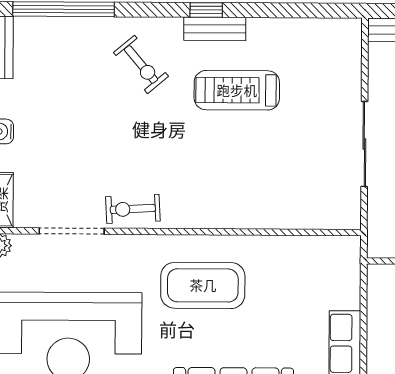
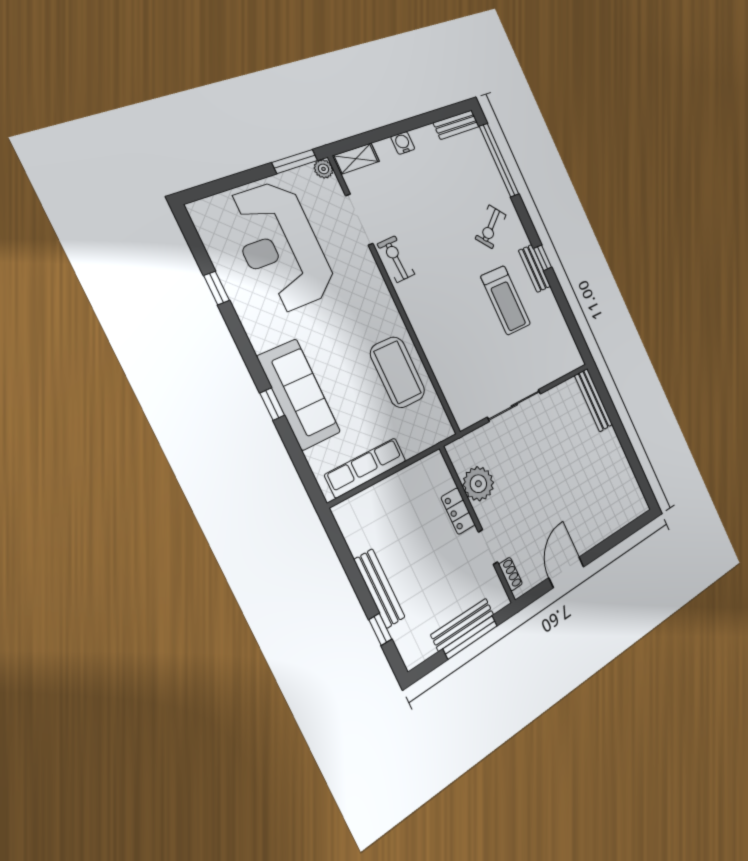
treadmill: (237, 90) -> (506, 300), turned 180
coffee table: (203, 285) -> (398, 372), moved

